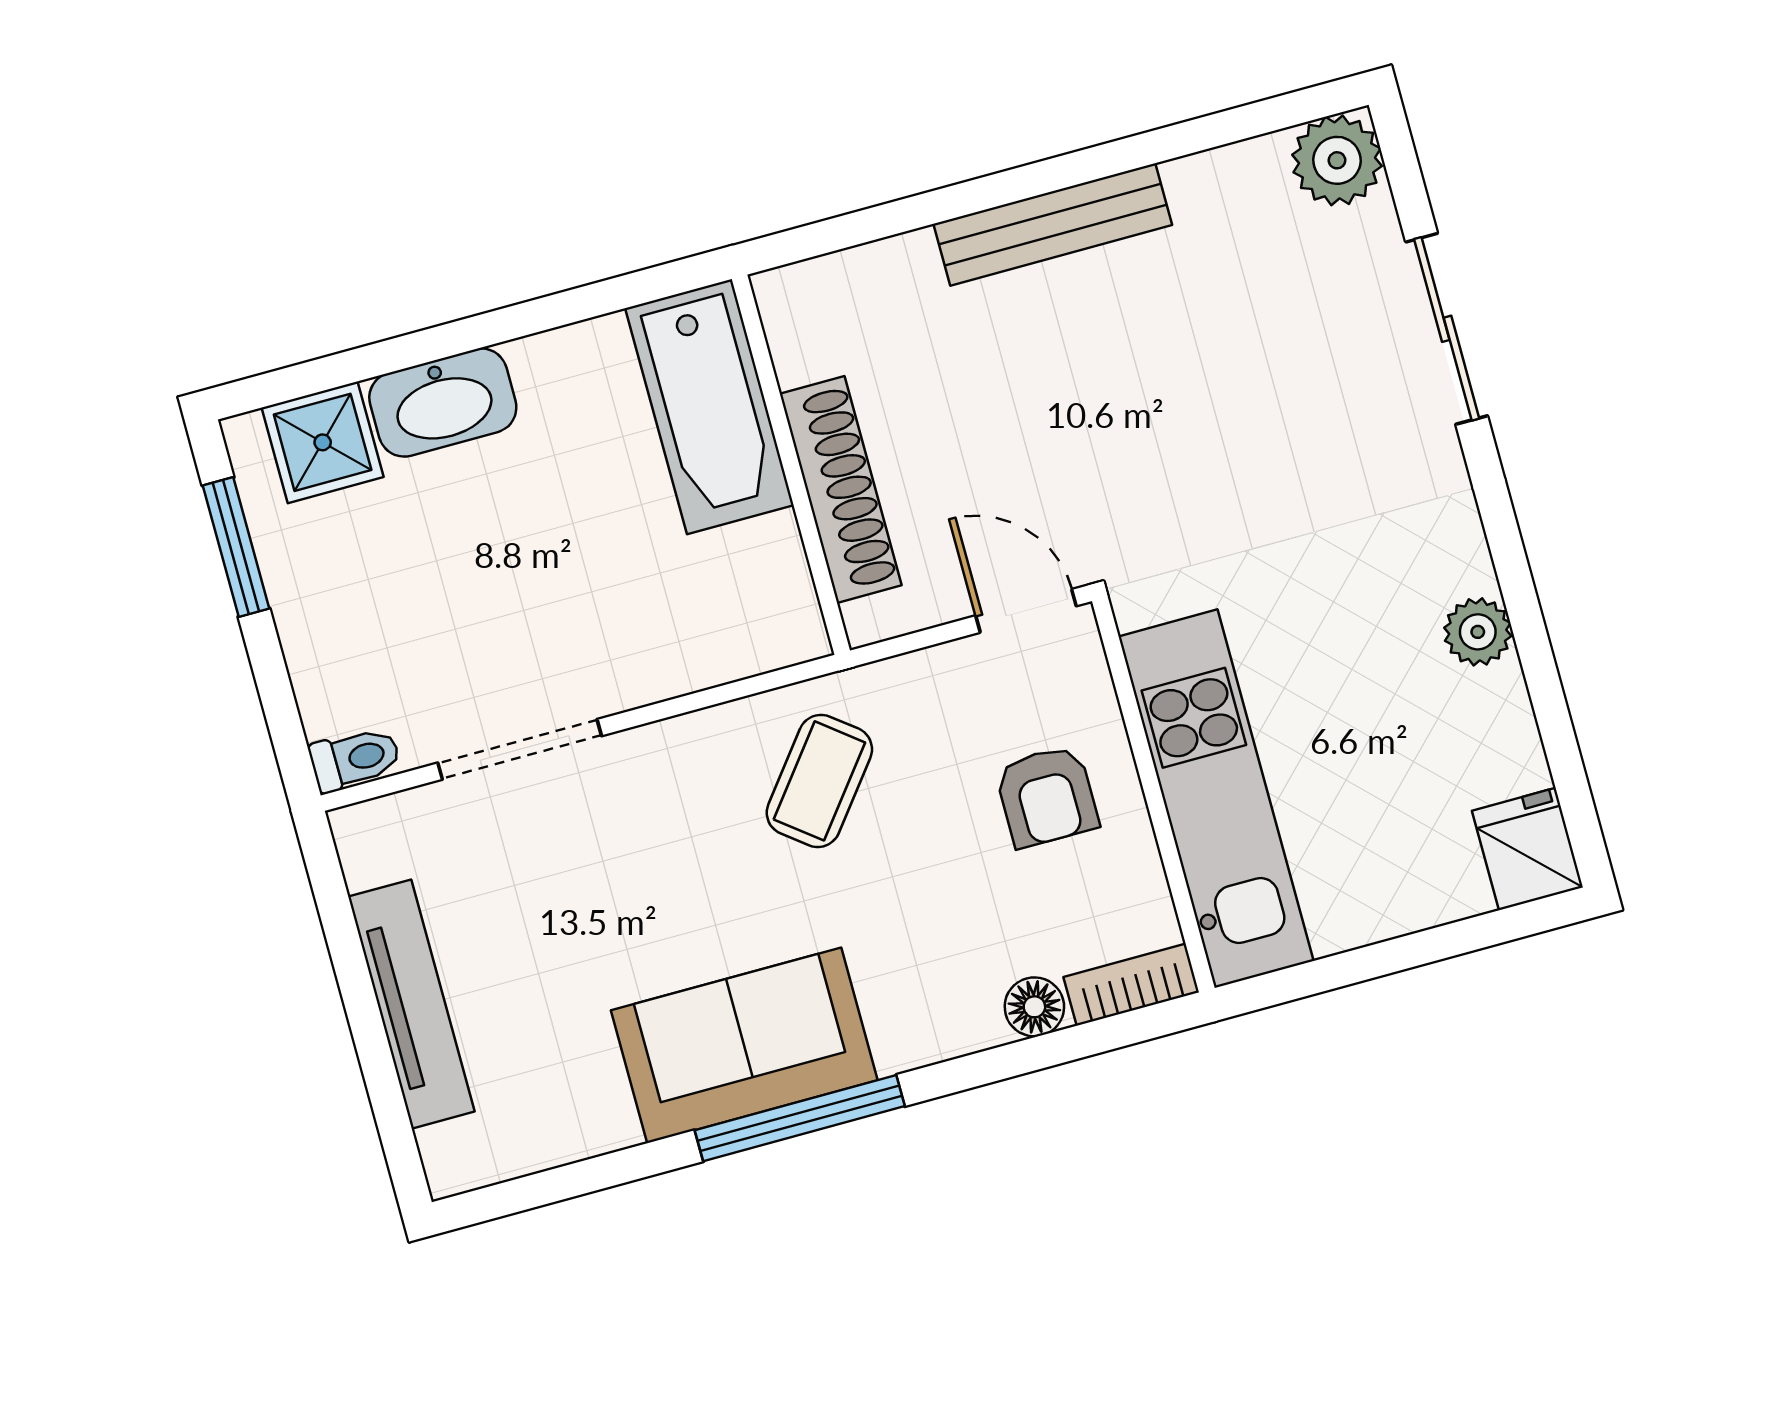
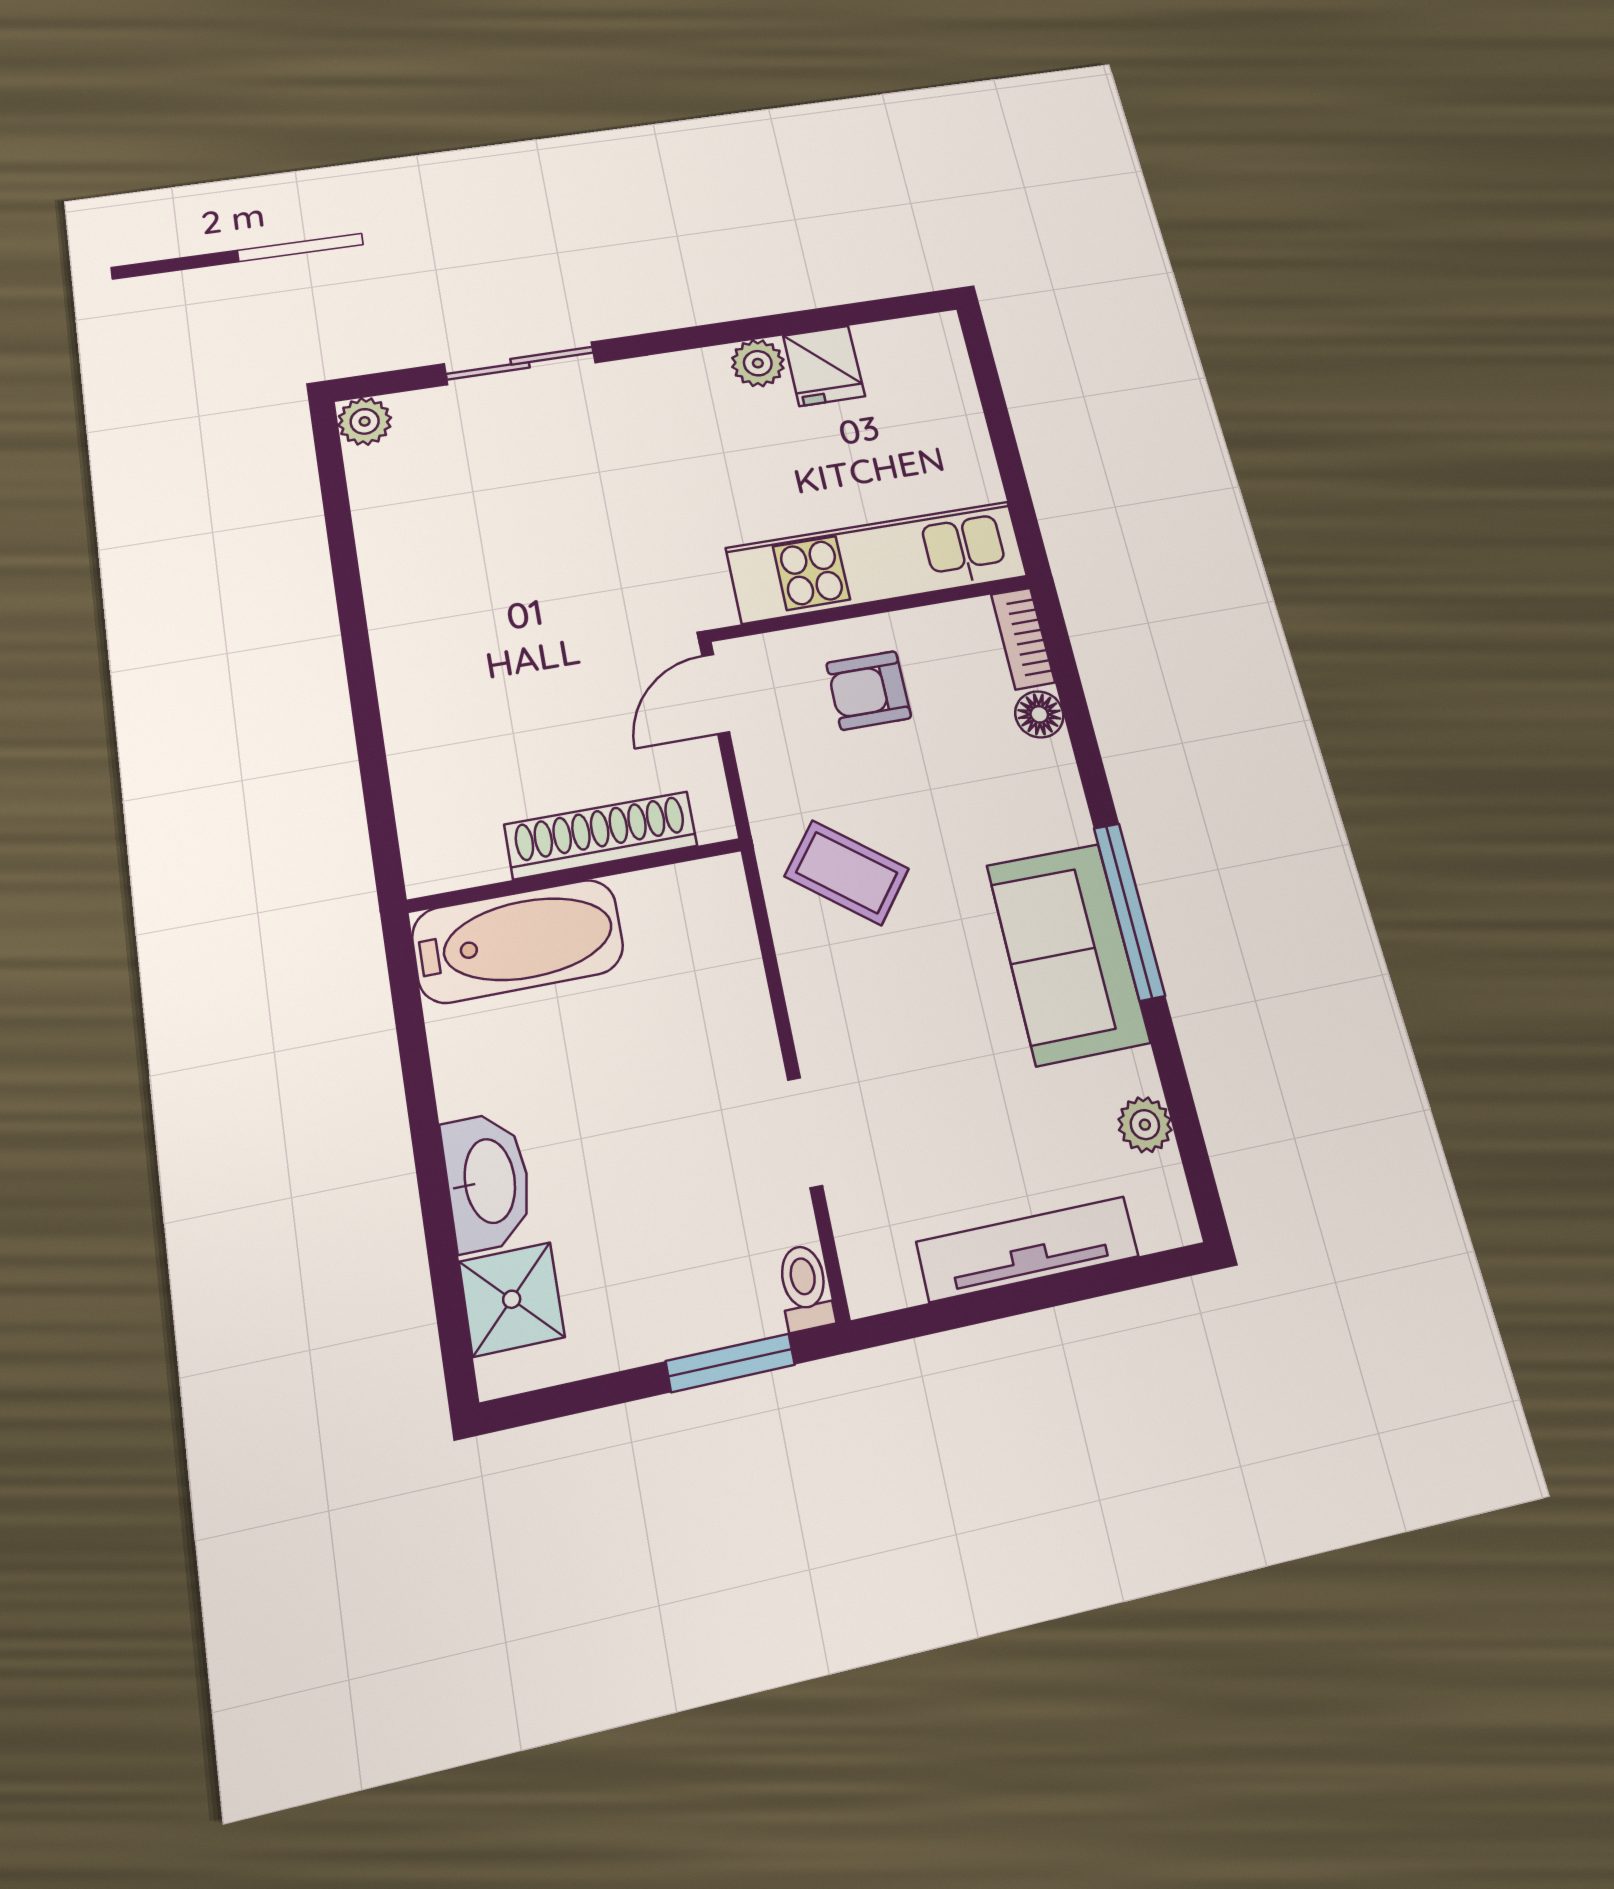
plant: (1337, 160) -> (365, 421), width x0.73, depth x0.73
bench: (1053, 224) -> (398, 646), removed
window: (236, 547) -> (730, 1363), moved
doorway: (520, 749) -> (805, 1132), width x0.73
armchair: (1047, 796) -> (869, 690), turned 180
fridge: (1527, 849) -> (824, 366), moved, turned -90
plant: (555, 1136) -> (1145, 1125), added

